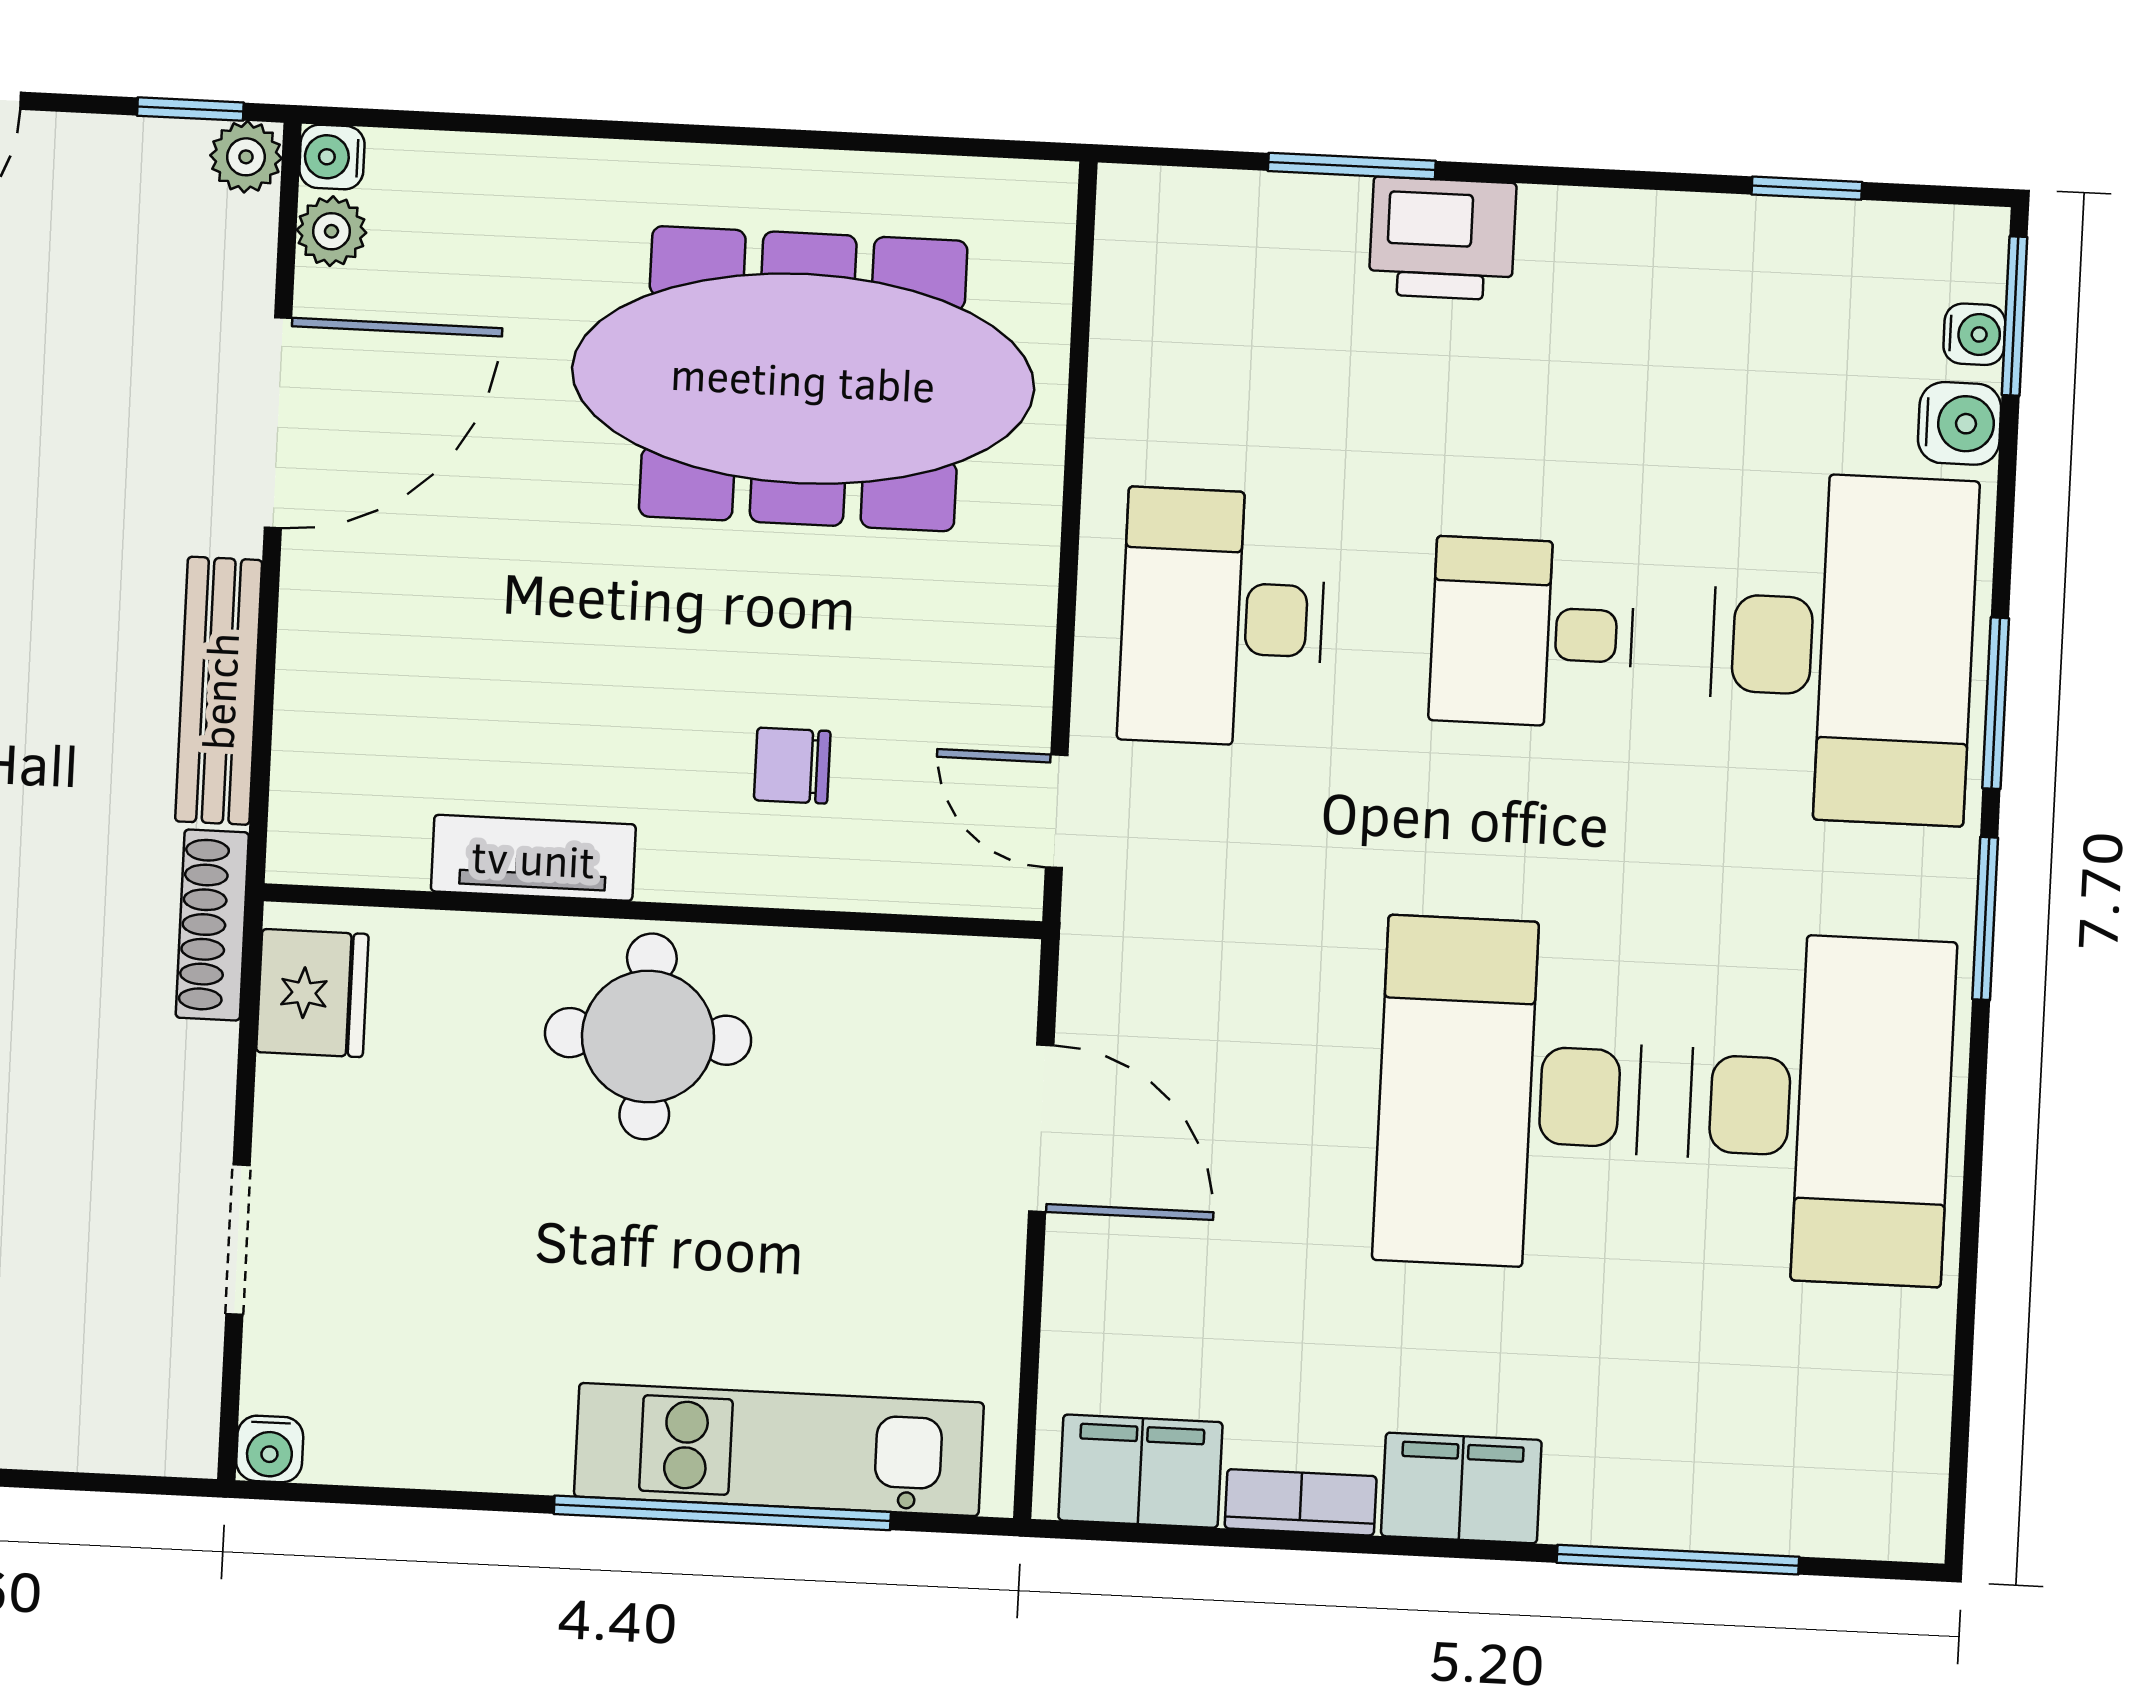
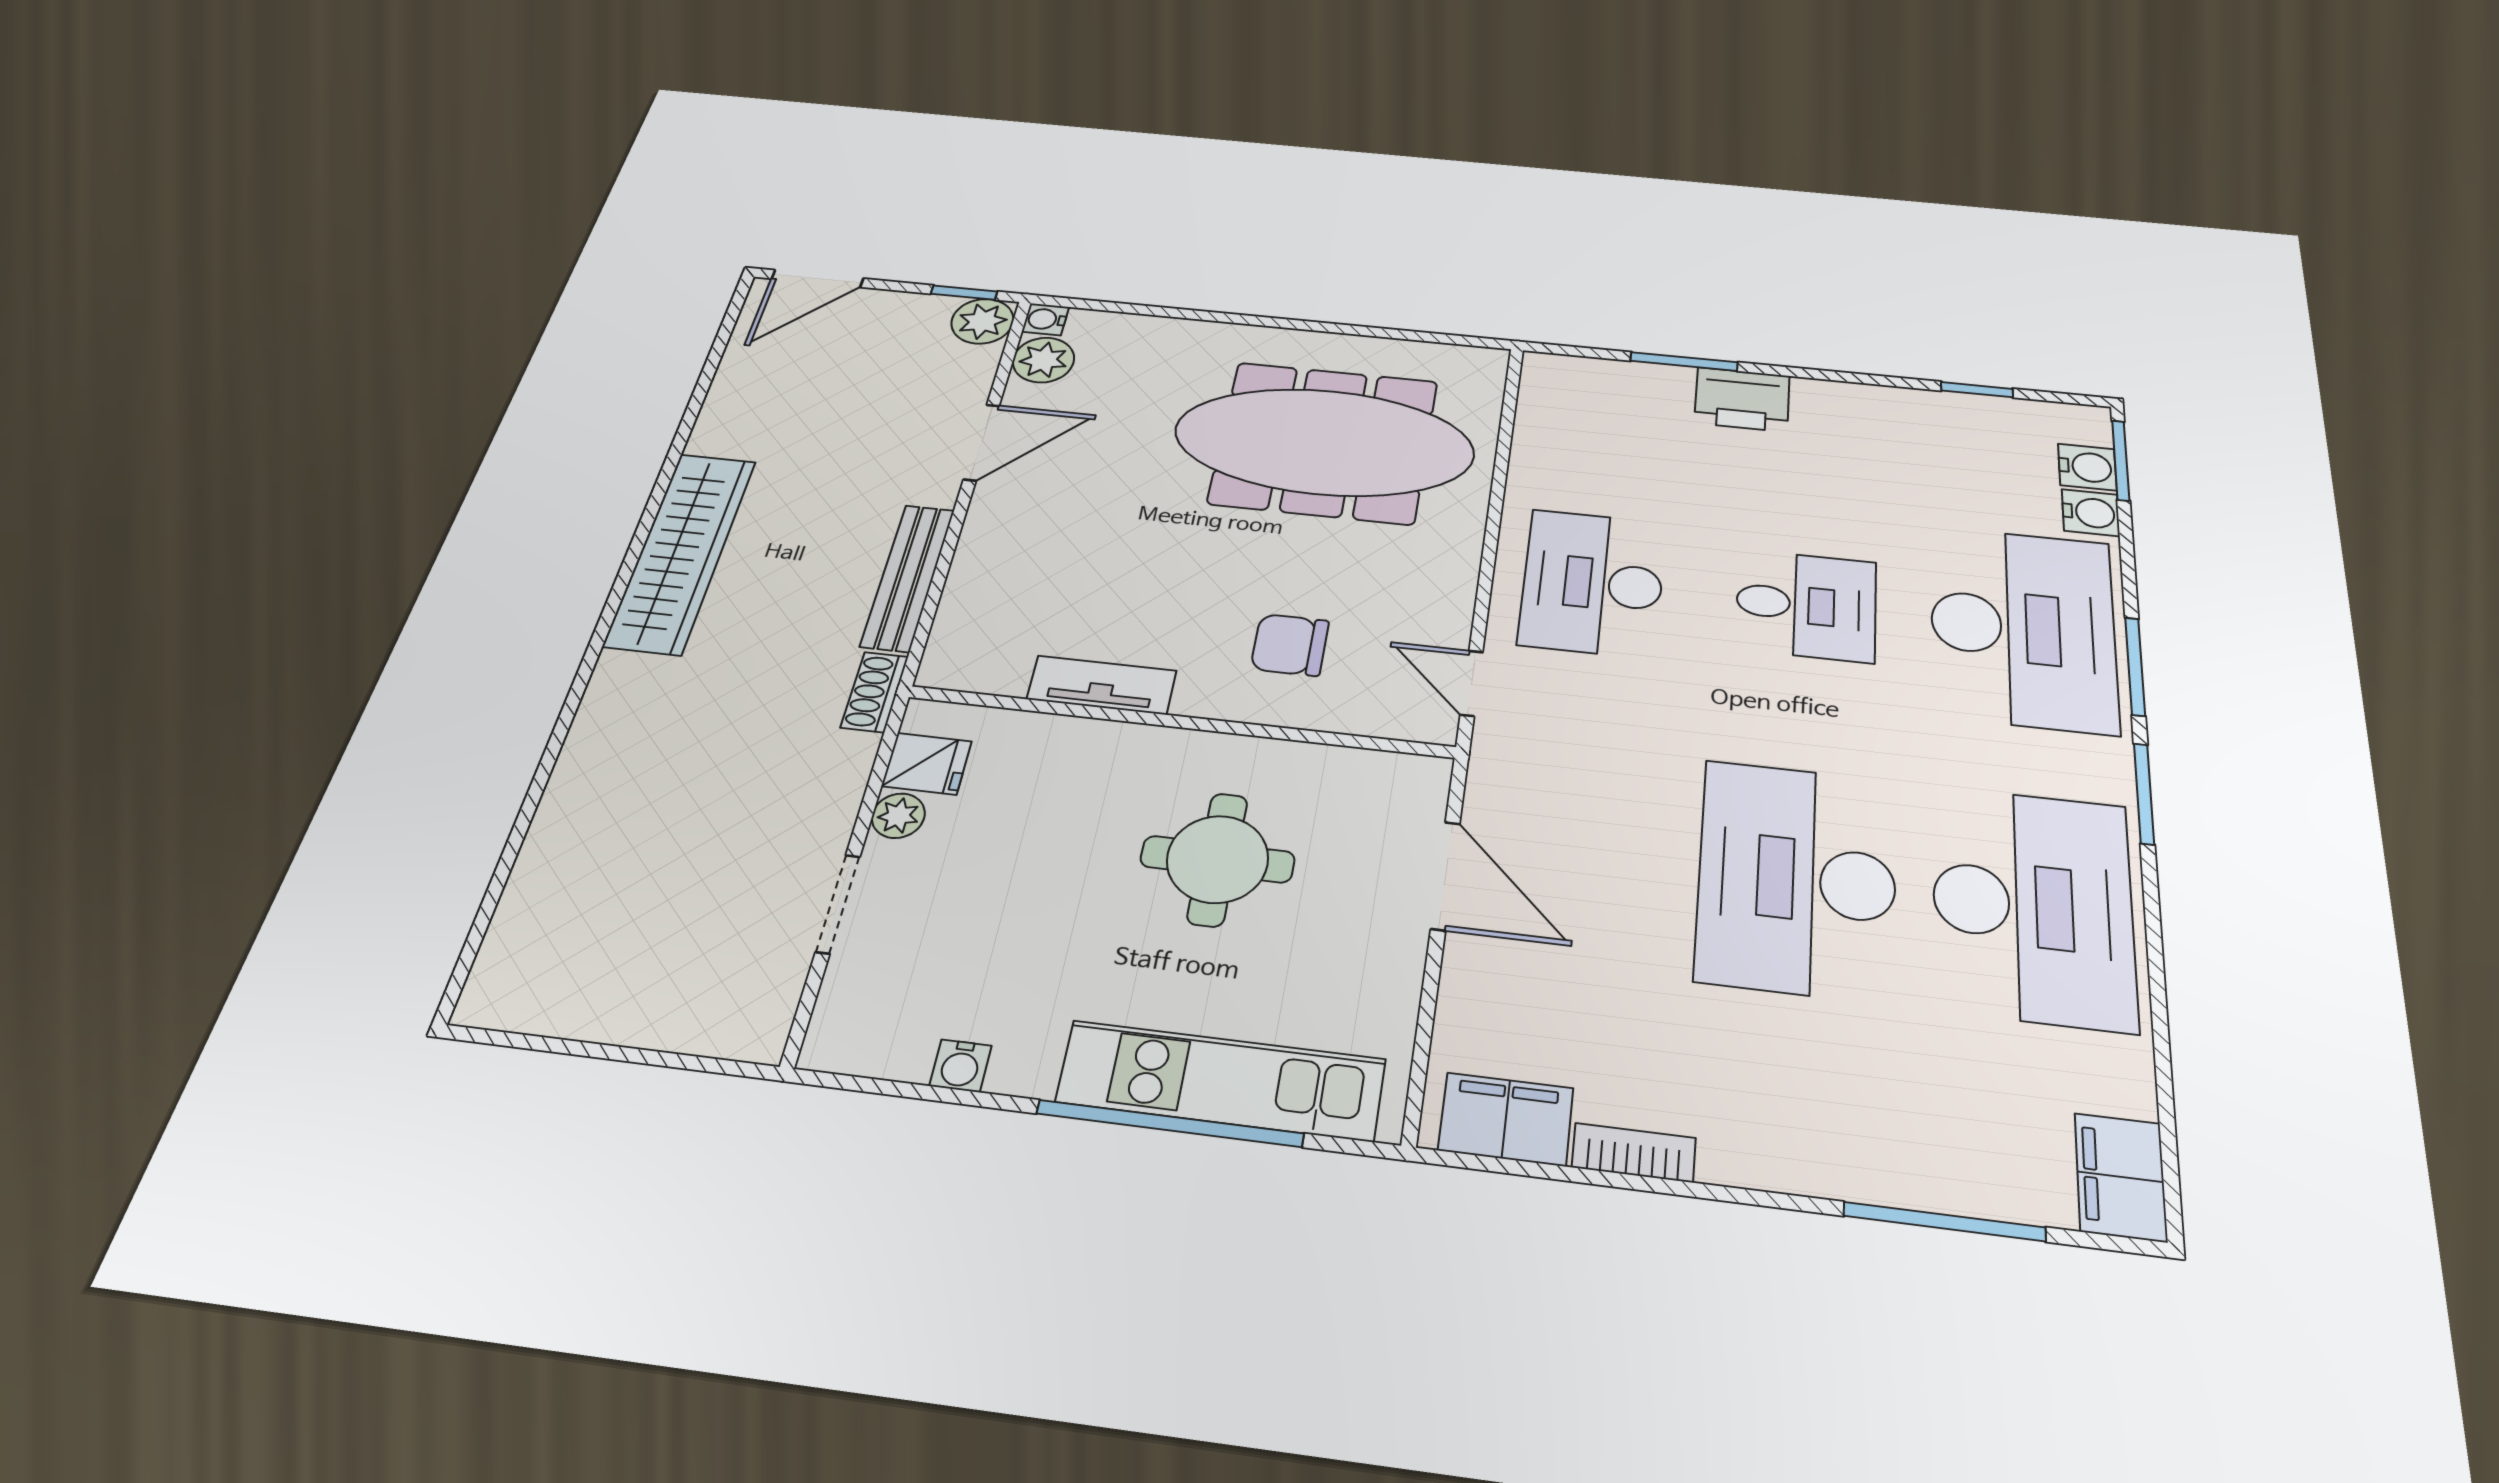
plant: (246, 157) -> (982, 321), width x1.38, depth x1.38
plant: (331, 231) -> (1044, 360), width x1.38, depth x1.38
water cooler: (1974, 334) -> (2087, 467), width x1.38, depth x1.38
door: (278, 423) -> (981, 442), width x0.73
desk: (1532, 633) -> (1806, 605), turned 180
chair: (792, 766) -> (1290, 645), width x1.37, depth x1.37
shoe rack: (212, 925) -> (875, 692), width x0.70
fridge: (312, 993) -> (927, 764), width x0.72
round table: (648, 1036) -> (1217, 859), moved
plant: (290, 1097) -> (898, 816), added
water cooler: (270, 1449) -> (961, 1066), moved
filing cabinet: (1461, 1488) -> (2121, 1177), moved, turned -90

